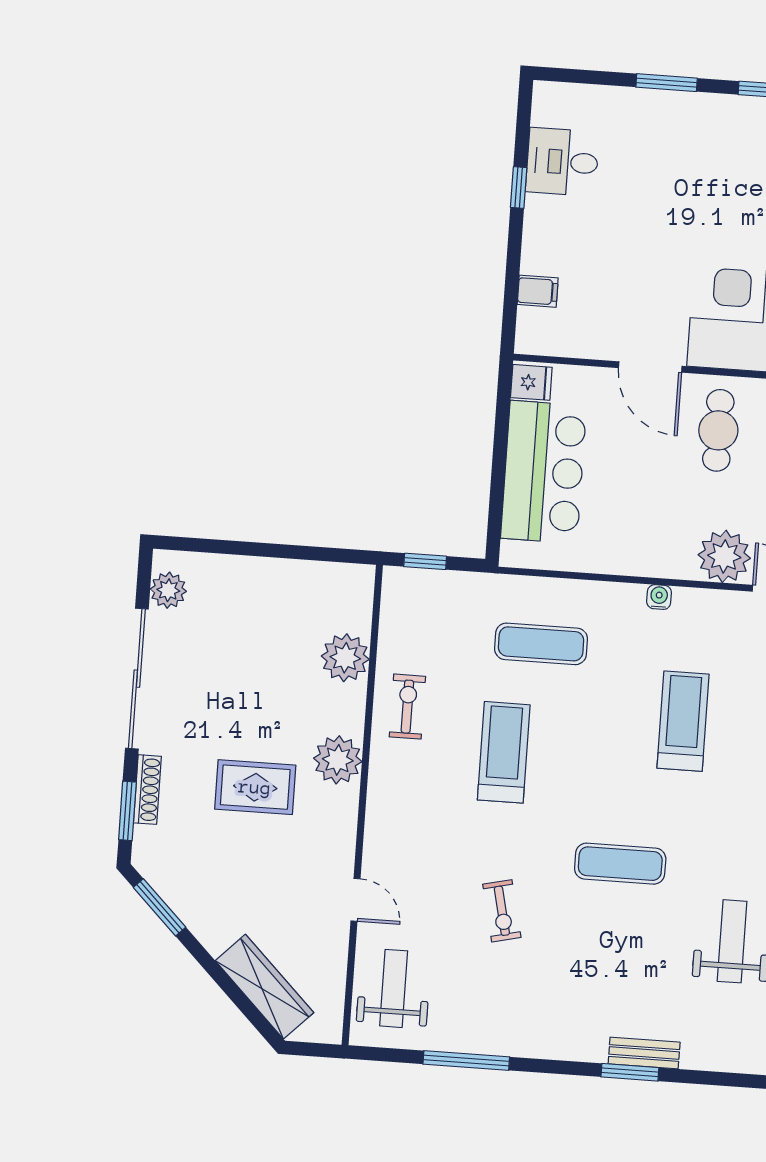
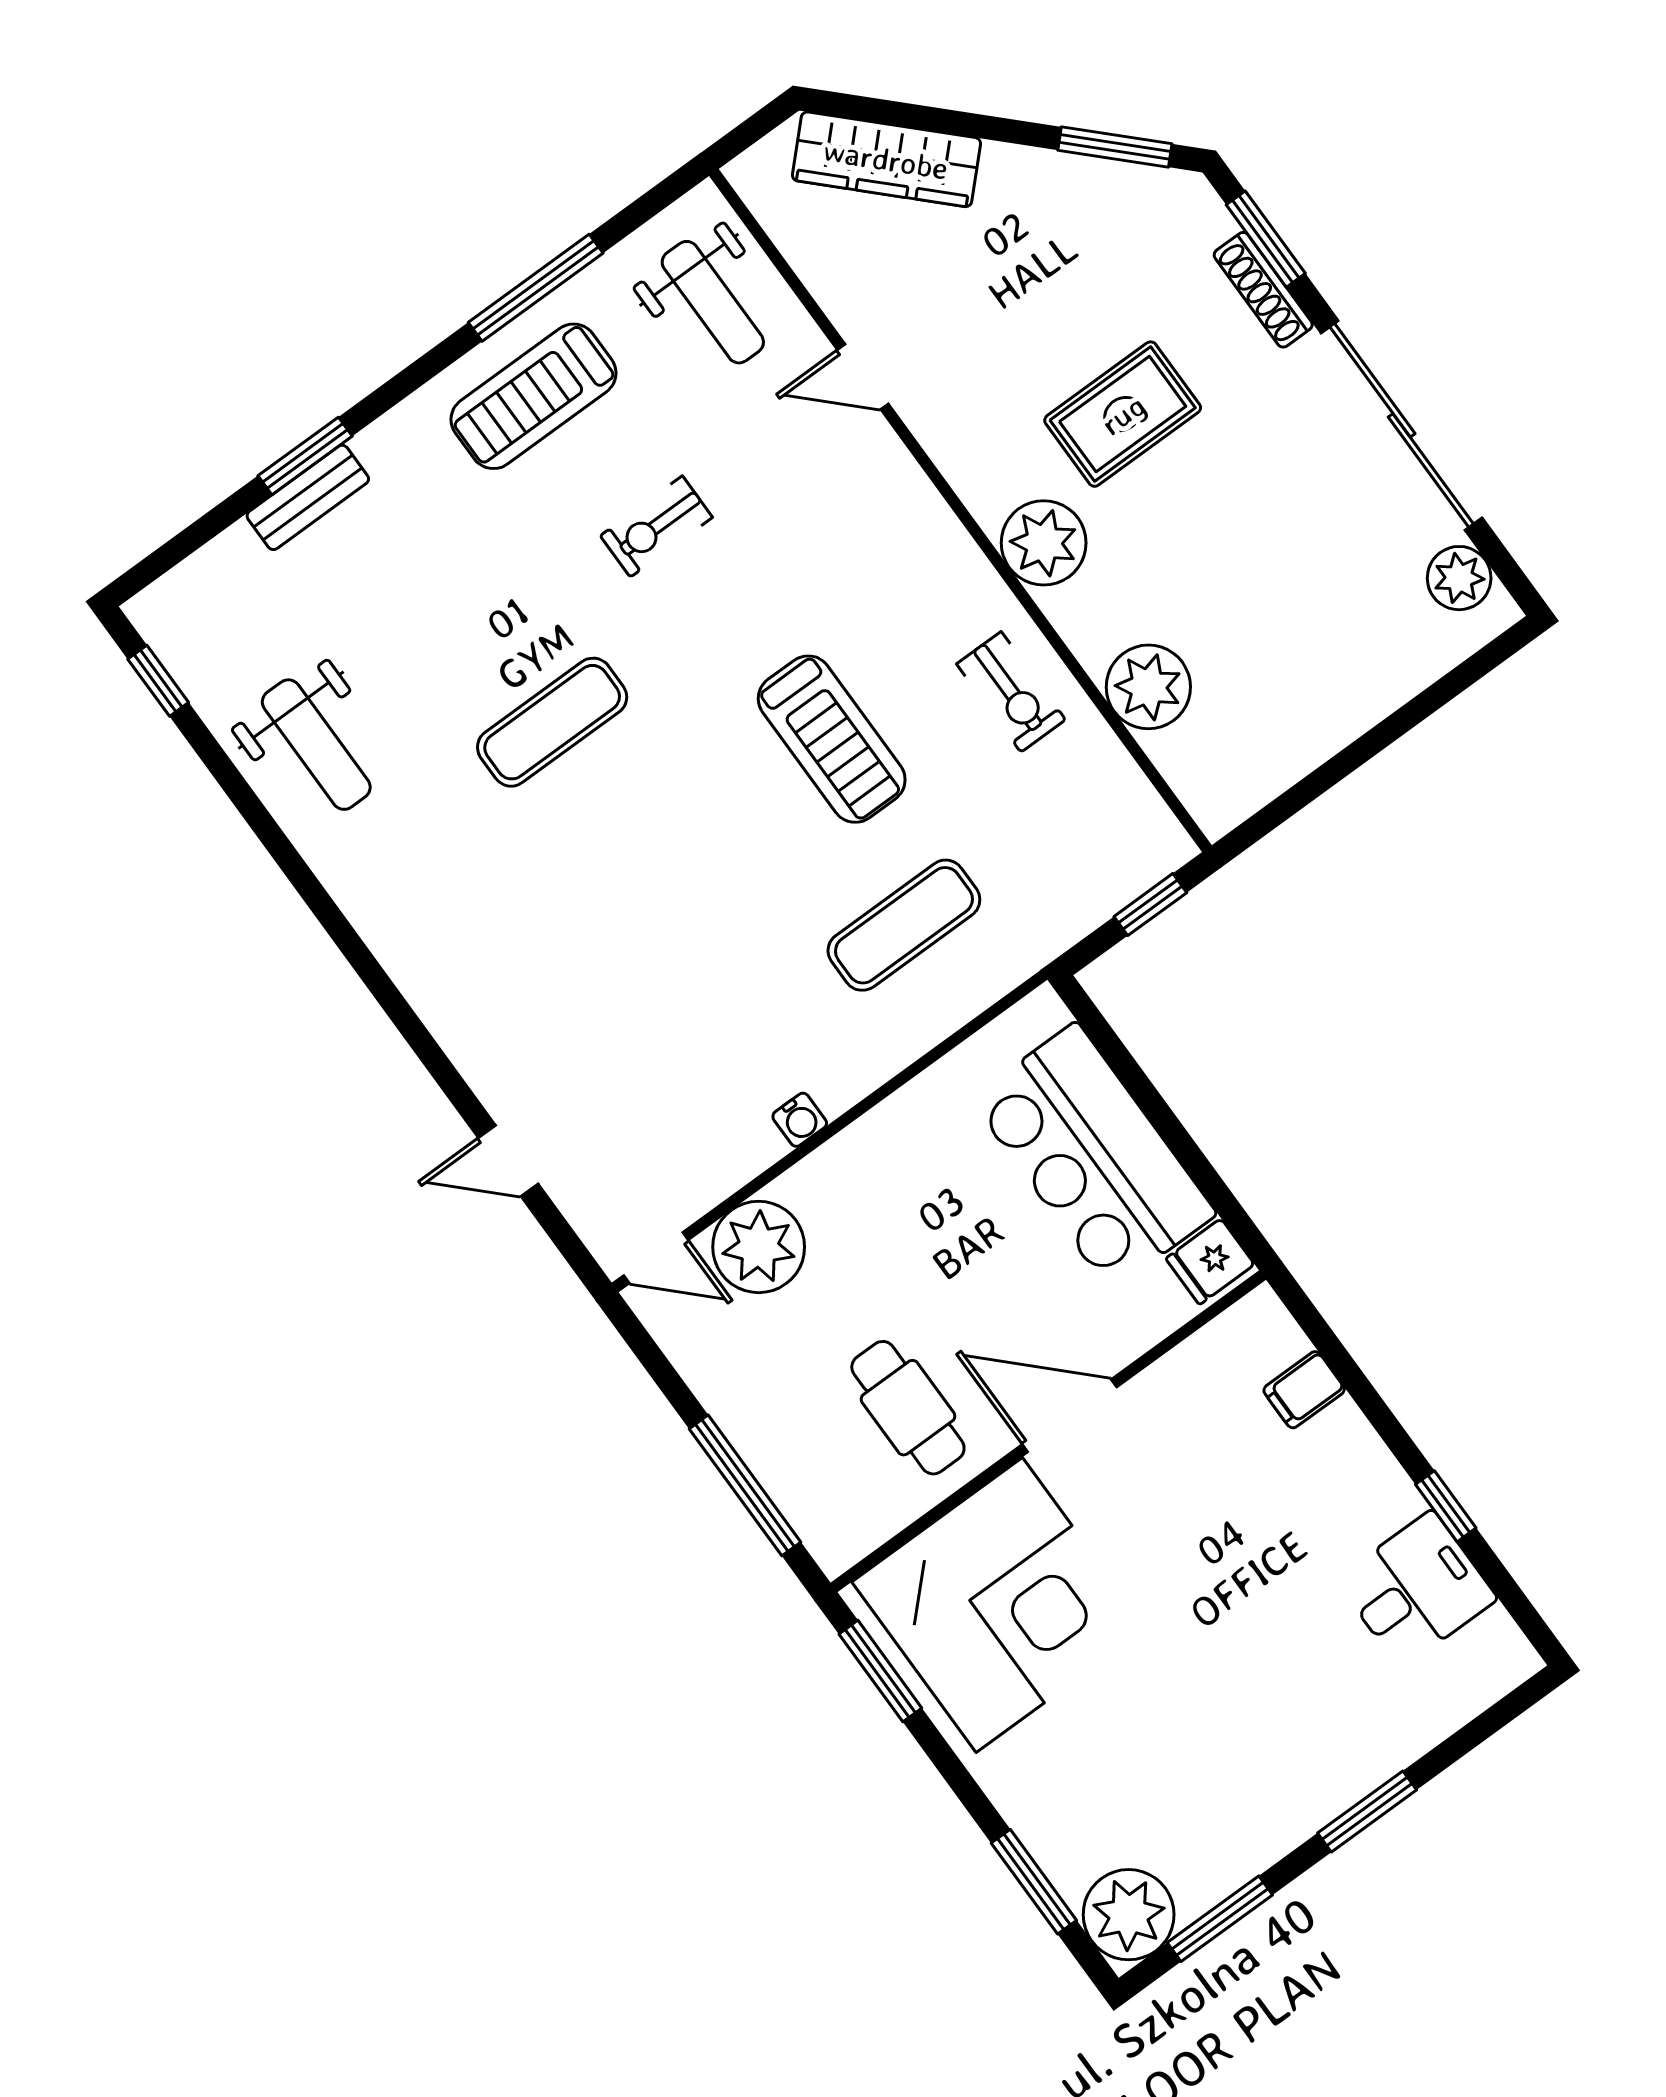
treadmill: (683, 721) -> (534, 396), moved, turned 90
exercise bike: (502, 911) -> (656, 527), turned -77

